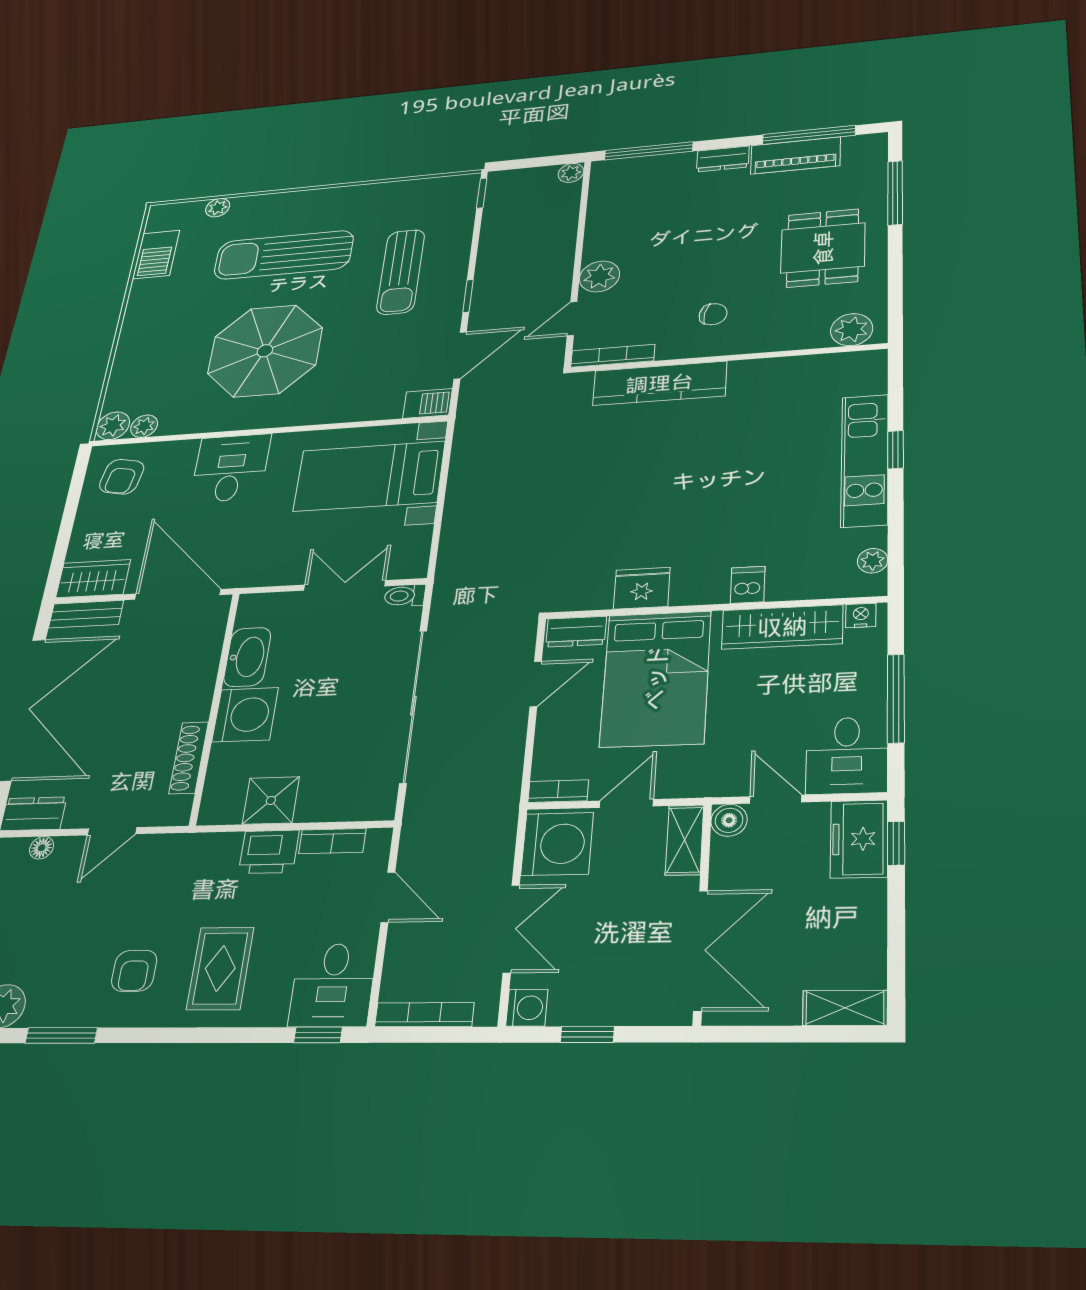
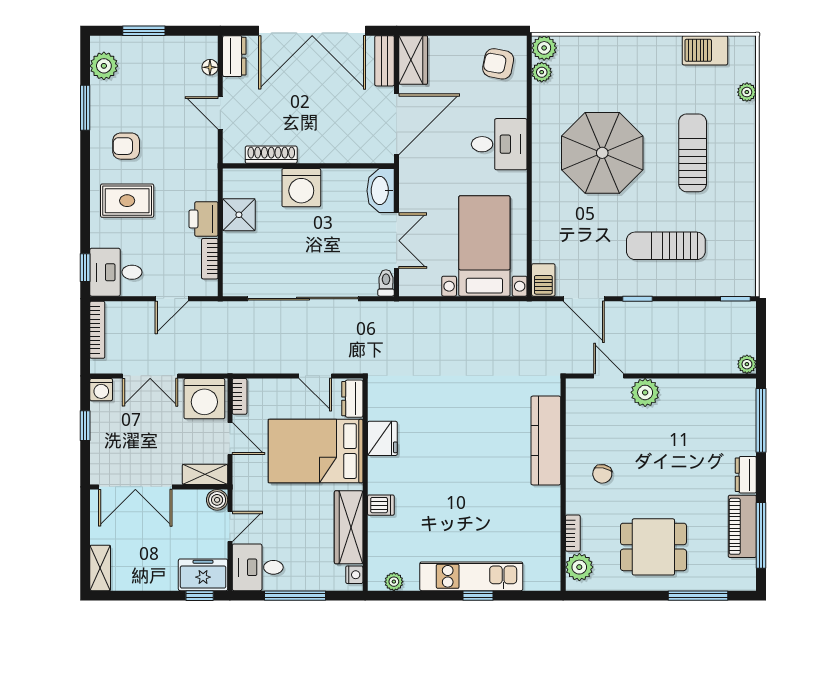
sun lounger: (284, 255) -> (693, 153), width x0.73, depth x0.75
bookcase: (613, 356) -> (573, 533), moved, width x0.64
washbasin: (247, 657) -> (381, 191), moved, turned 90

